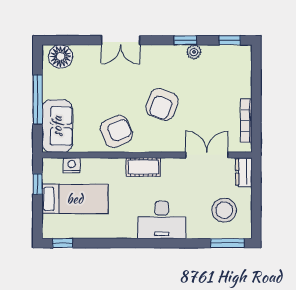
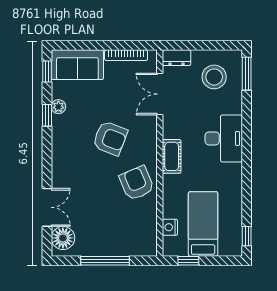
double door: (121, 40) -> (47, 207), moved
sofa: (57, 126) -> (77, 65), moved, turned 180

